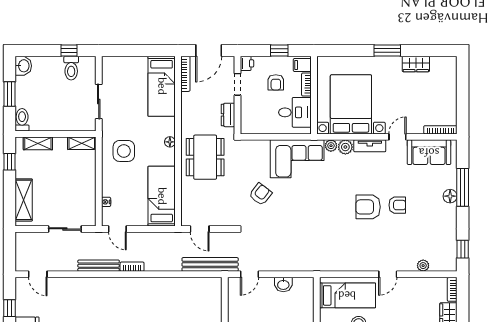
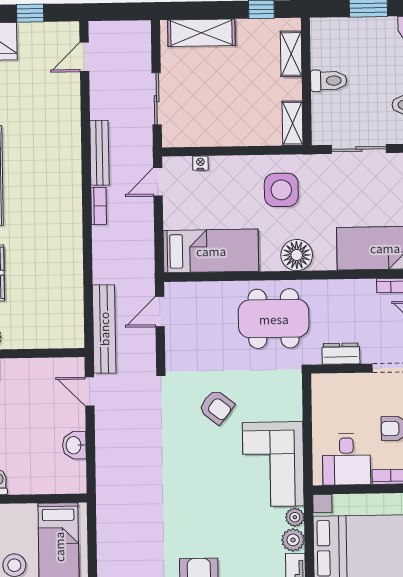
toilet: (22, 120) -> (329, 81), moved
floor lamp: (170, 142) -> (297, 255), width x1.89, depth x1.89

